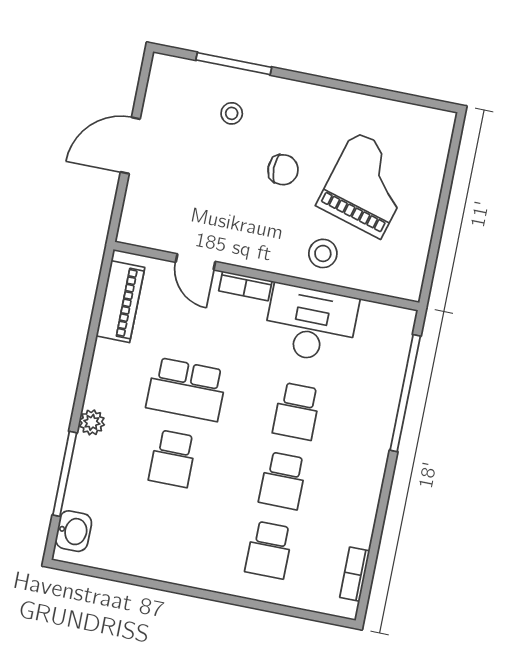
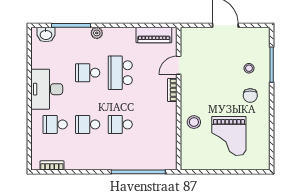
chair: (283, 170) -> (250, 95), moved
grand piano: (367, 185) -> (229, 136), turned 74
desk: (311, 324) -> (47, 89), moved, turned 180

